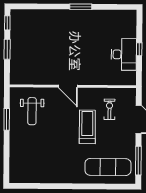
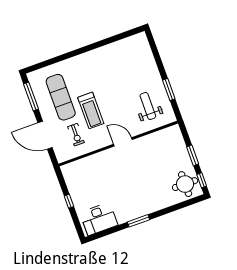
round table: (24, 25) -> (185, 184), added
desk: (124, 54) -> (99, 219), moved, turned -90
exercise mat: (108, 167) -> (61, 97), moved, turned 90

